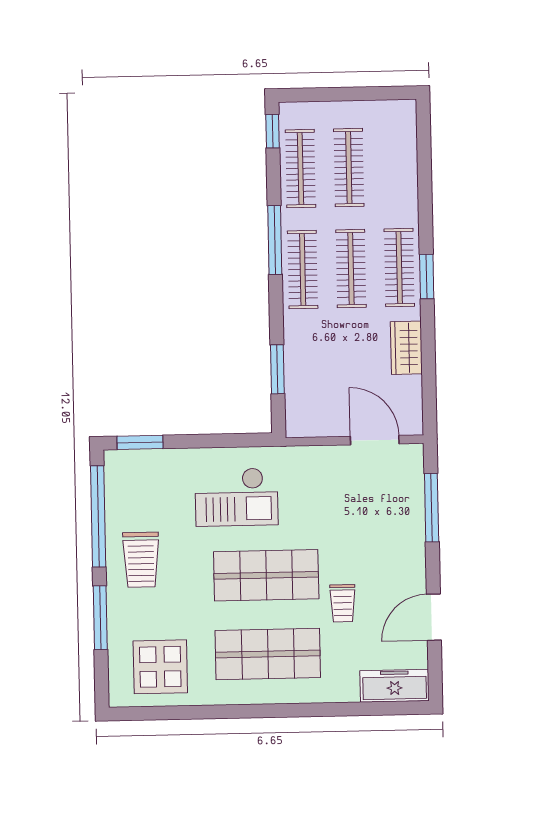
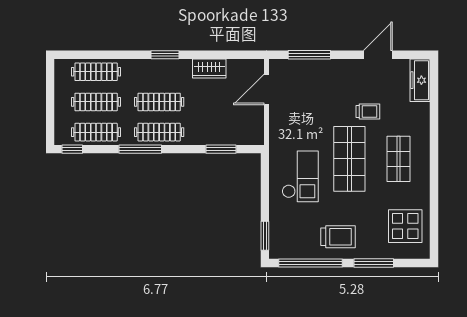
clothes rail: (399, 268) -> (96, 72), moved
door: (434, 617) -> (378, 55), swing flipped
shop shelf: (268, 654) -> (399, 159), width x0.70, depth x0.74

